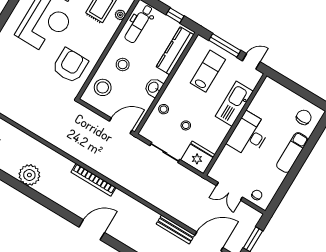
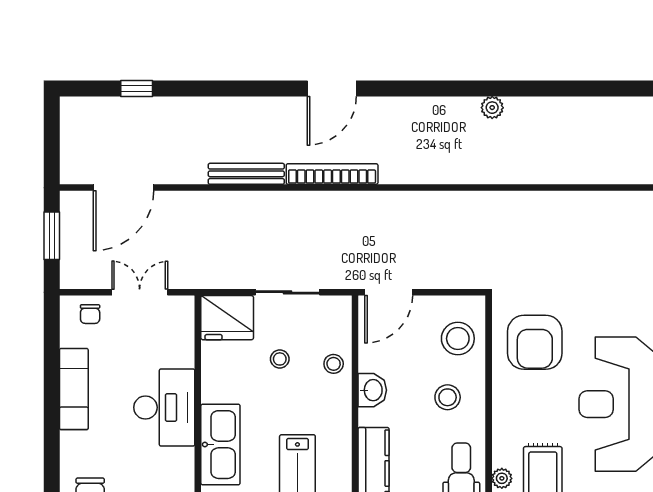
exam couch: (292, 153) -> (74, 389), moved
plant: (29, 175) -> (492, 108), width x0.53, depth x0.53
bookcase: (93, 180) -> (332, 174), moved
bench: (175, 229) -> (246, 174), moved

